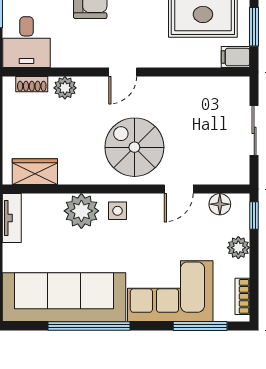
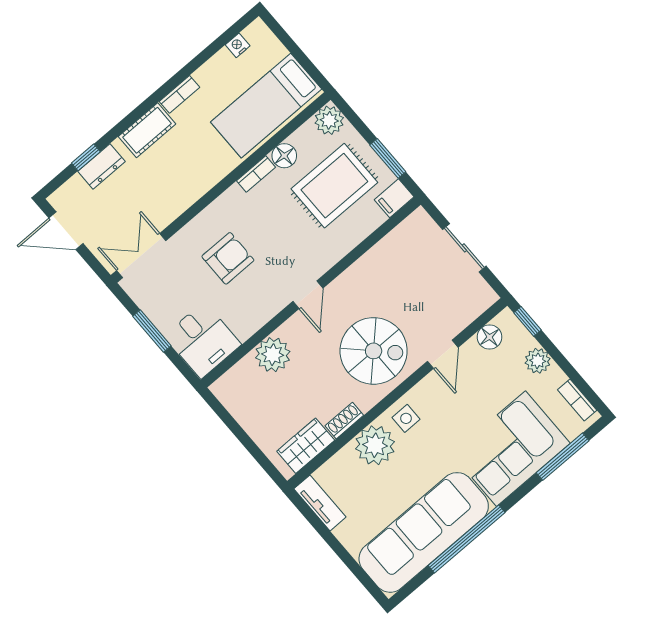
shoe rack: (32, 84) -> (344, 421), moved, turned 180
plant: (65, 88) -> (273, 355), width x1.36, depth x1.36
spiral stairs: (134, 147) -> (374, 351), turned 180

